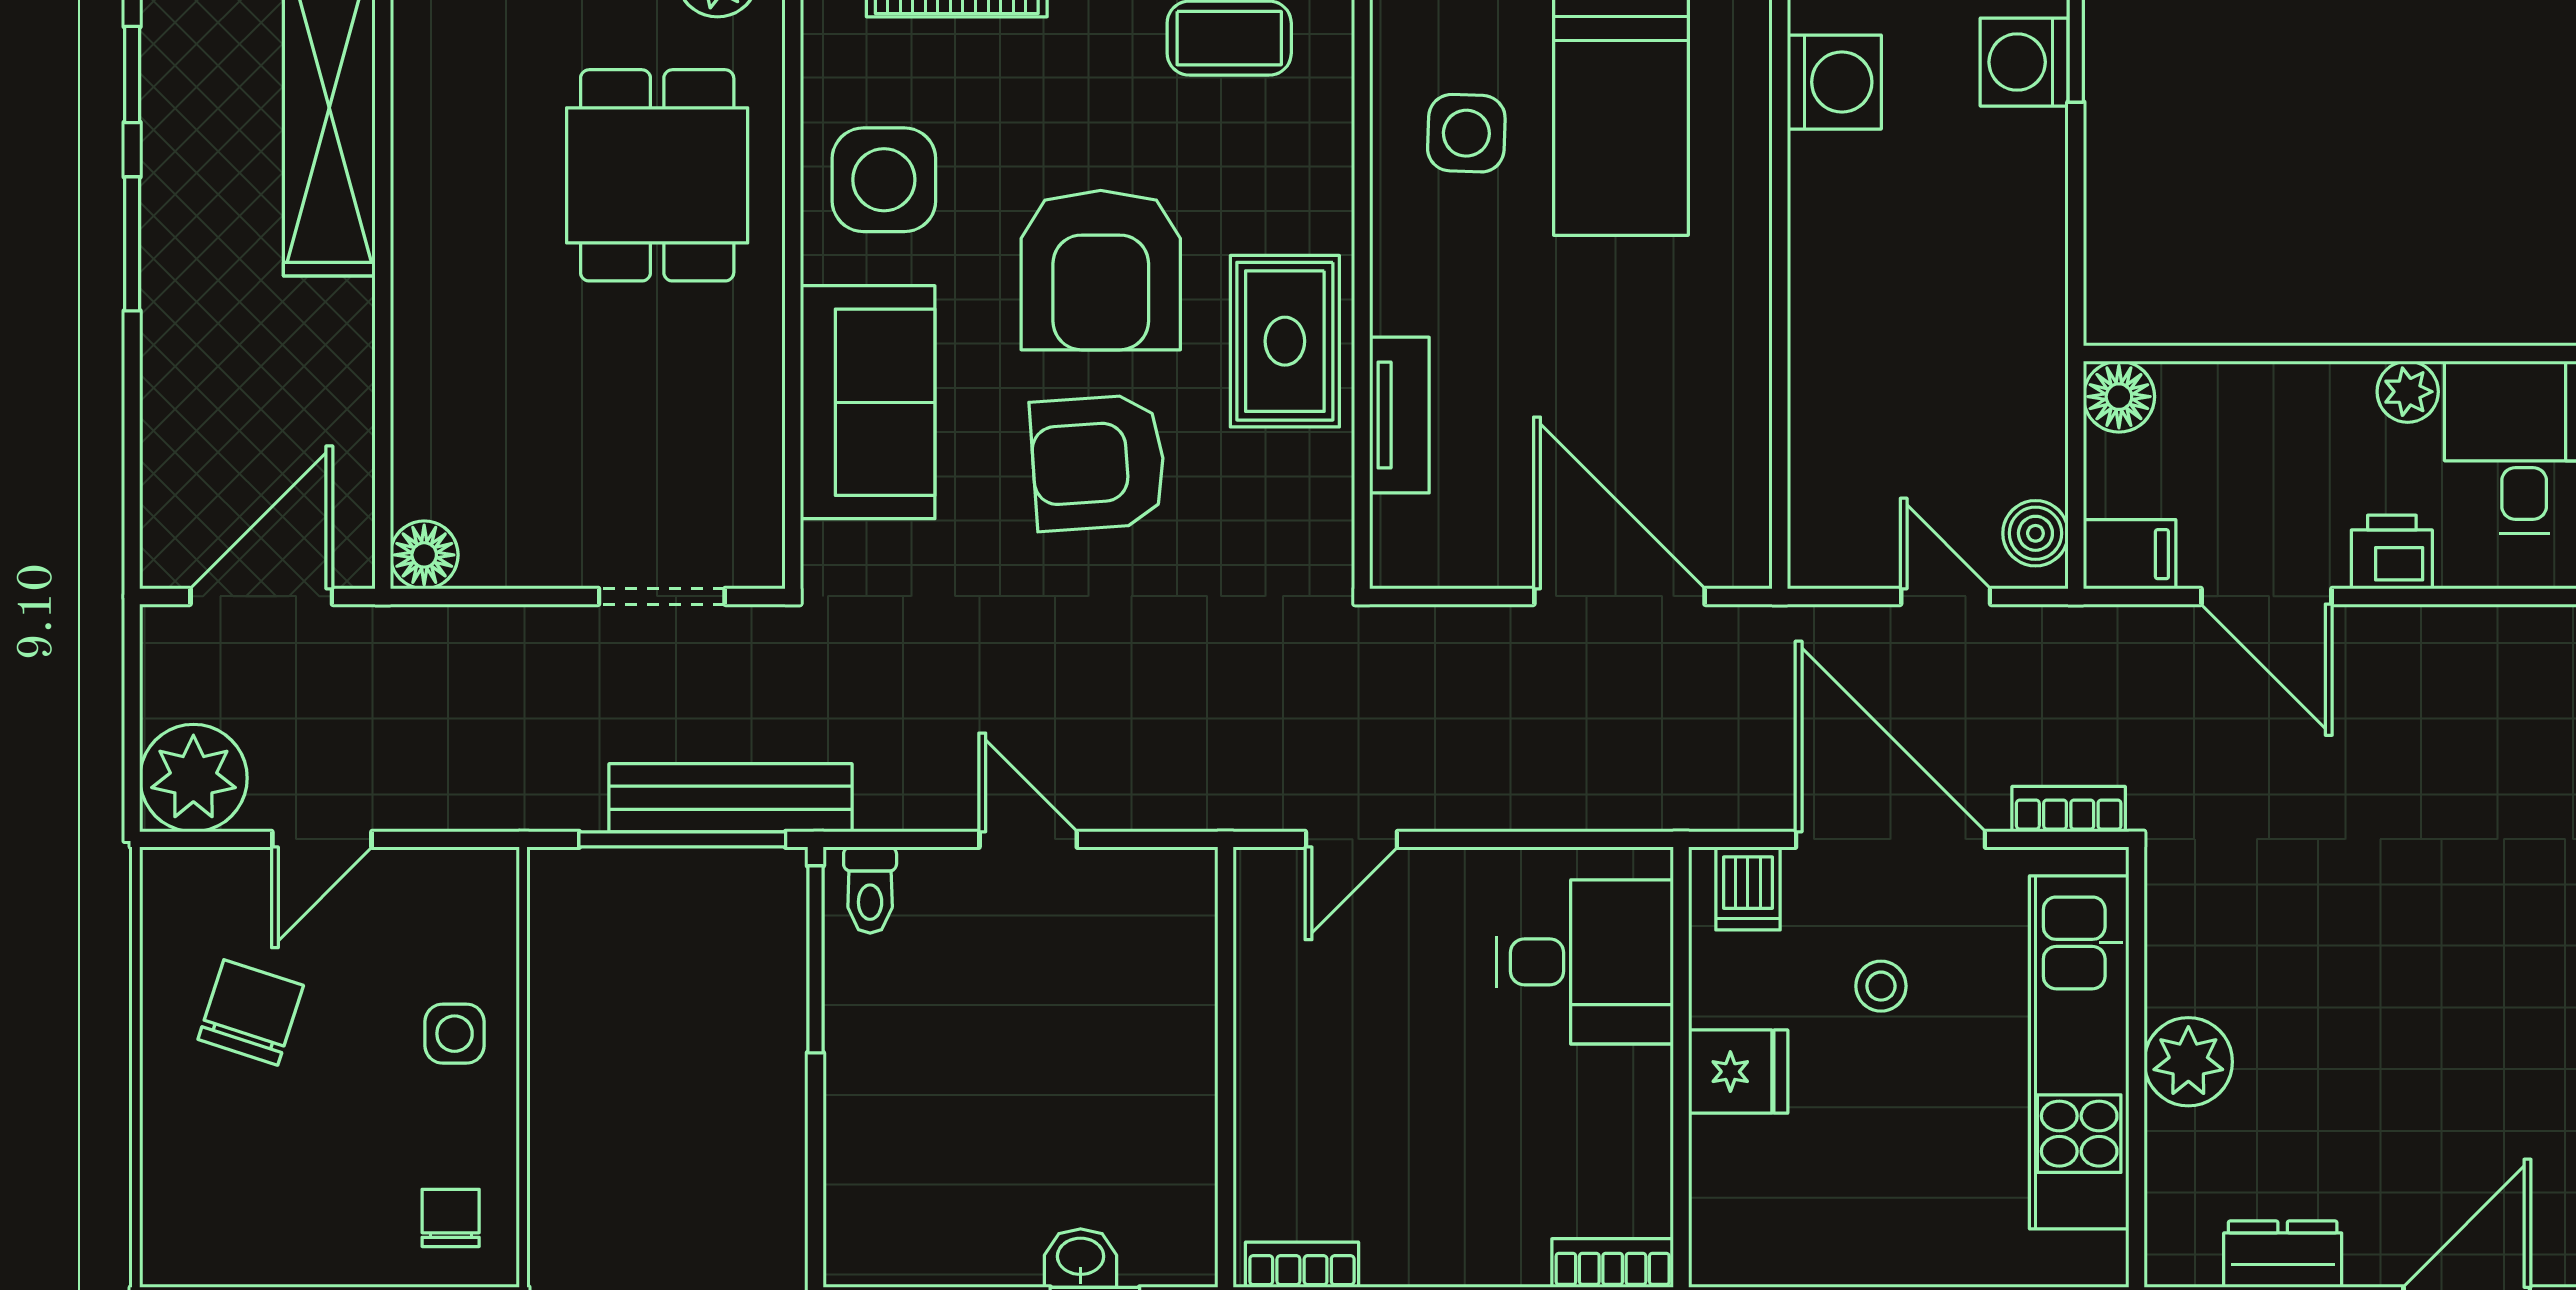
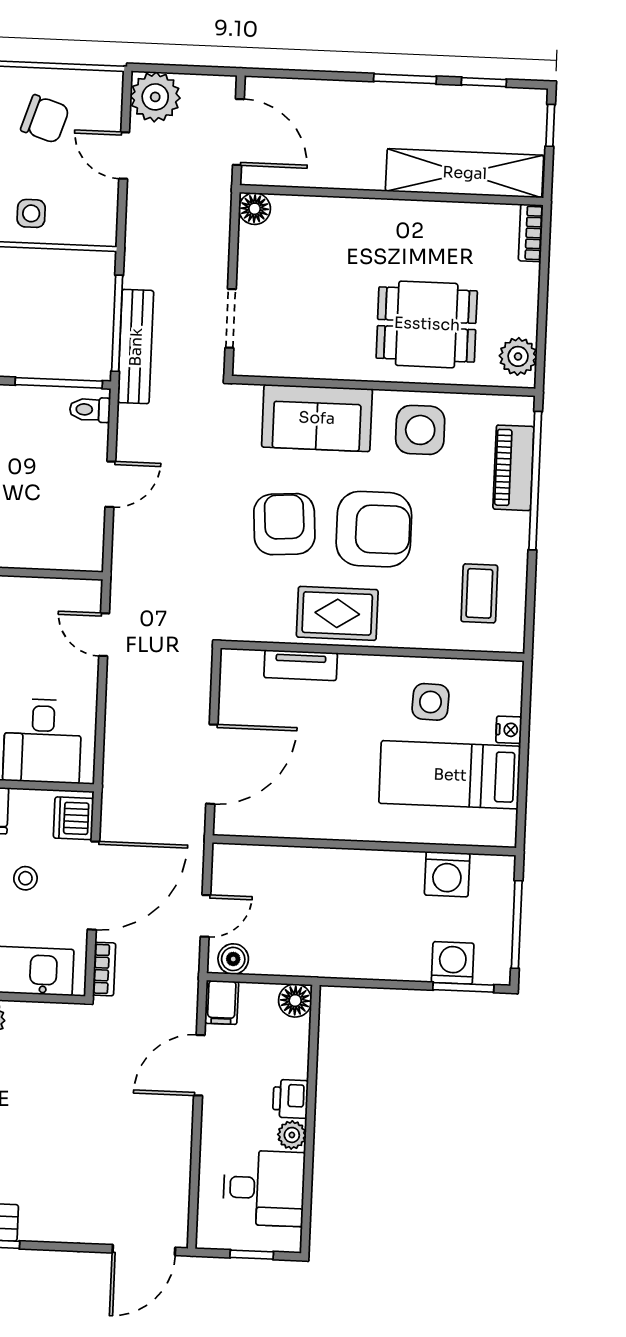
armchair: (1101, 270) -> (374, 529), turned 180
printer: (2392, 552) -> (290, 1099), moved, turned 180
dishwasher: (1748, 888) -> (74, 818), width x1.38

